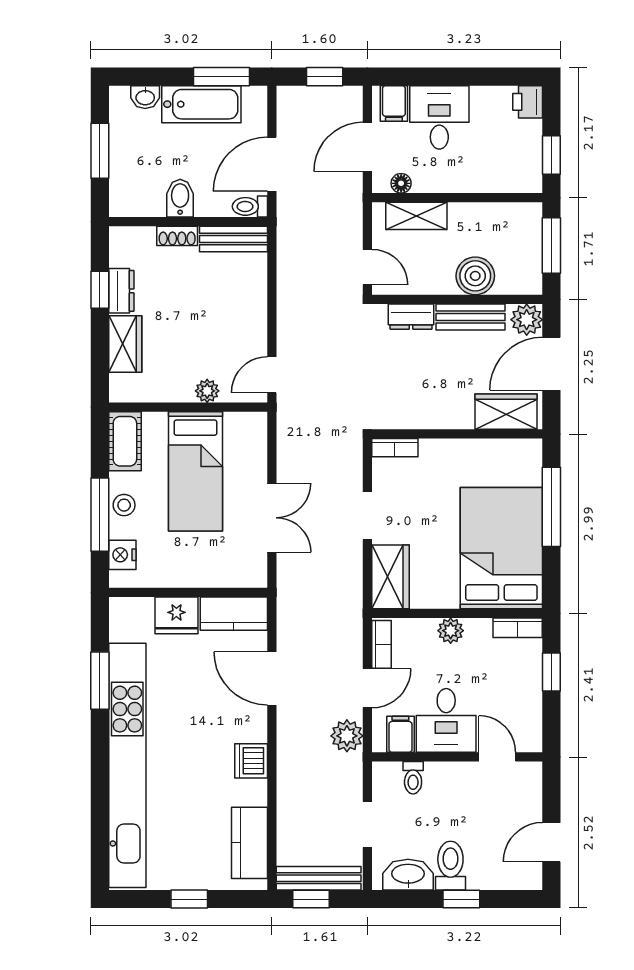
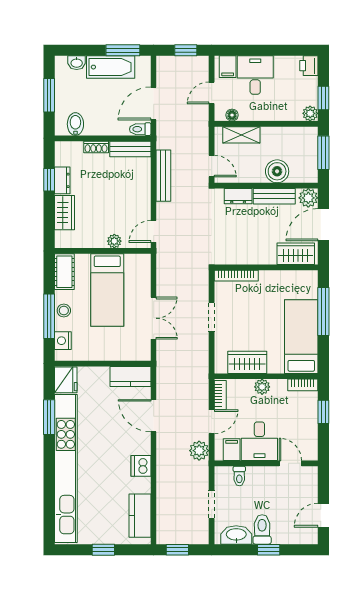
door: (367, 147) -> (212, 93), width x0.73
plant: (530, 181) -> (310, 113), added
bidet: (180, 198) -> (75, 124), moved
bookcase: (395, 448) -> (236, 276), width x1.56
bed: (501, 548) -> (301, 337), width x0.67
wardrobe: (390, 577) -> (247, 362), moved, turned -90
fridge: (176, 615) -> (66, 380), moved, turned -90
bench: (319, 878) -> (163, 176), moved, turned 90

